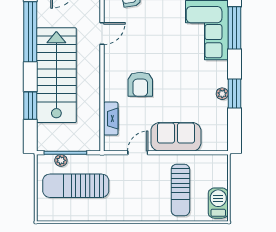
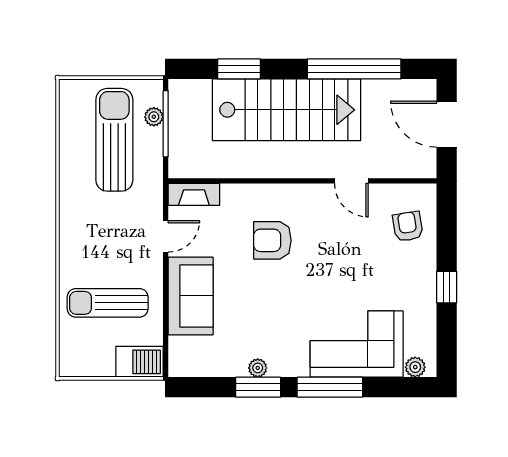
window: (235, 28) -> (330, 387), moved
fireplace: (111, 119) -> (194, 194), moved
door: (138, 153) -> (166, 236), hinge flipped
barbecue: (218, 203) -> (139, 362), moved

